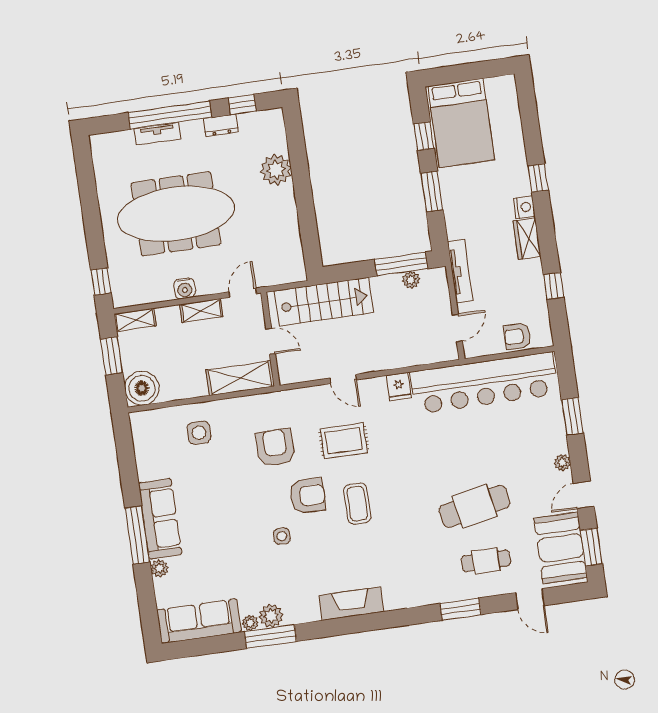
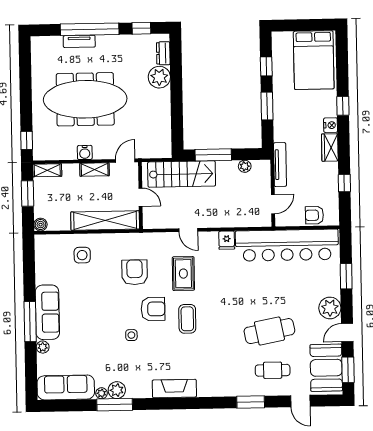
bed: (461, 123) -> (314, 60), moved
dresser: (221, 125) -> (163, 53), moved, turned 90
window: (401, 264) -> (213, 155), moved
shelving: (240, 378) -> (105, 220), width x1.47
boiler: (142, 388) -> (41, 225), width x0.54, depth x0.54
rug: (344, 441) -> (183, 274), turned 90
plant: (562, 462) -> (330, 308), width x1.88, depth x1.88

